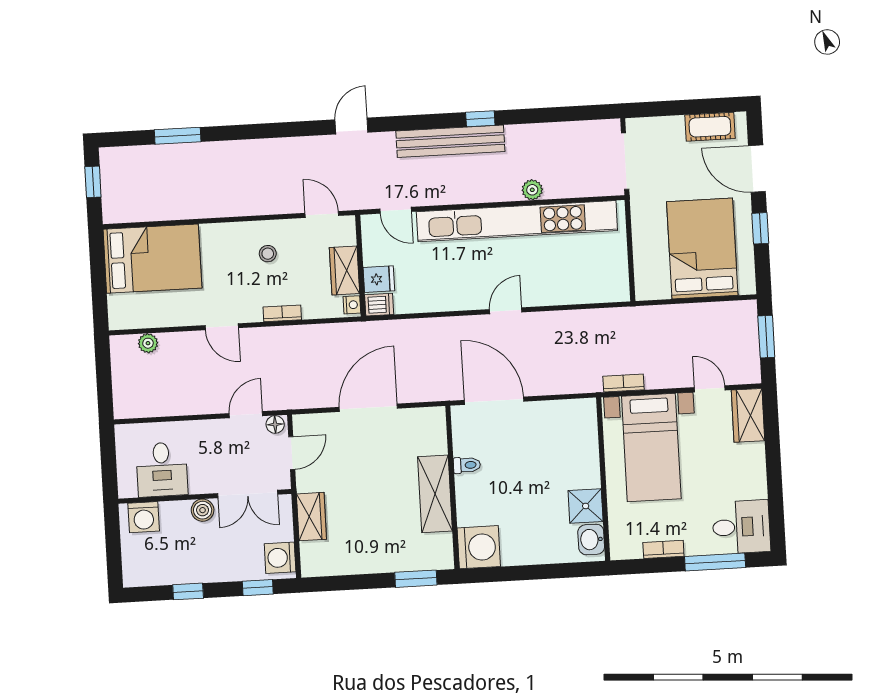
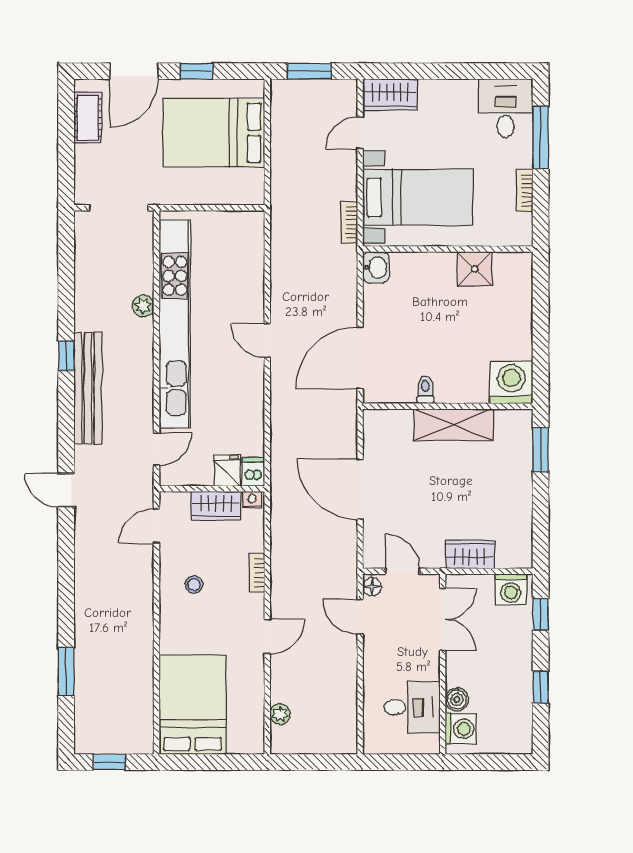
boiler: (203, 510) -> (457, 700), moved
washbasin: (591, 539) -> (376, 267), moved, turned -90

